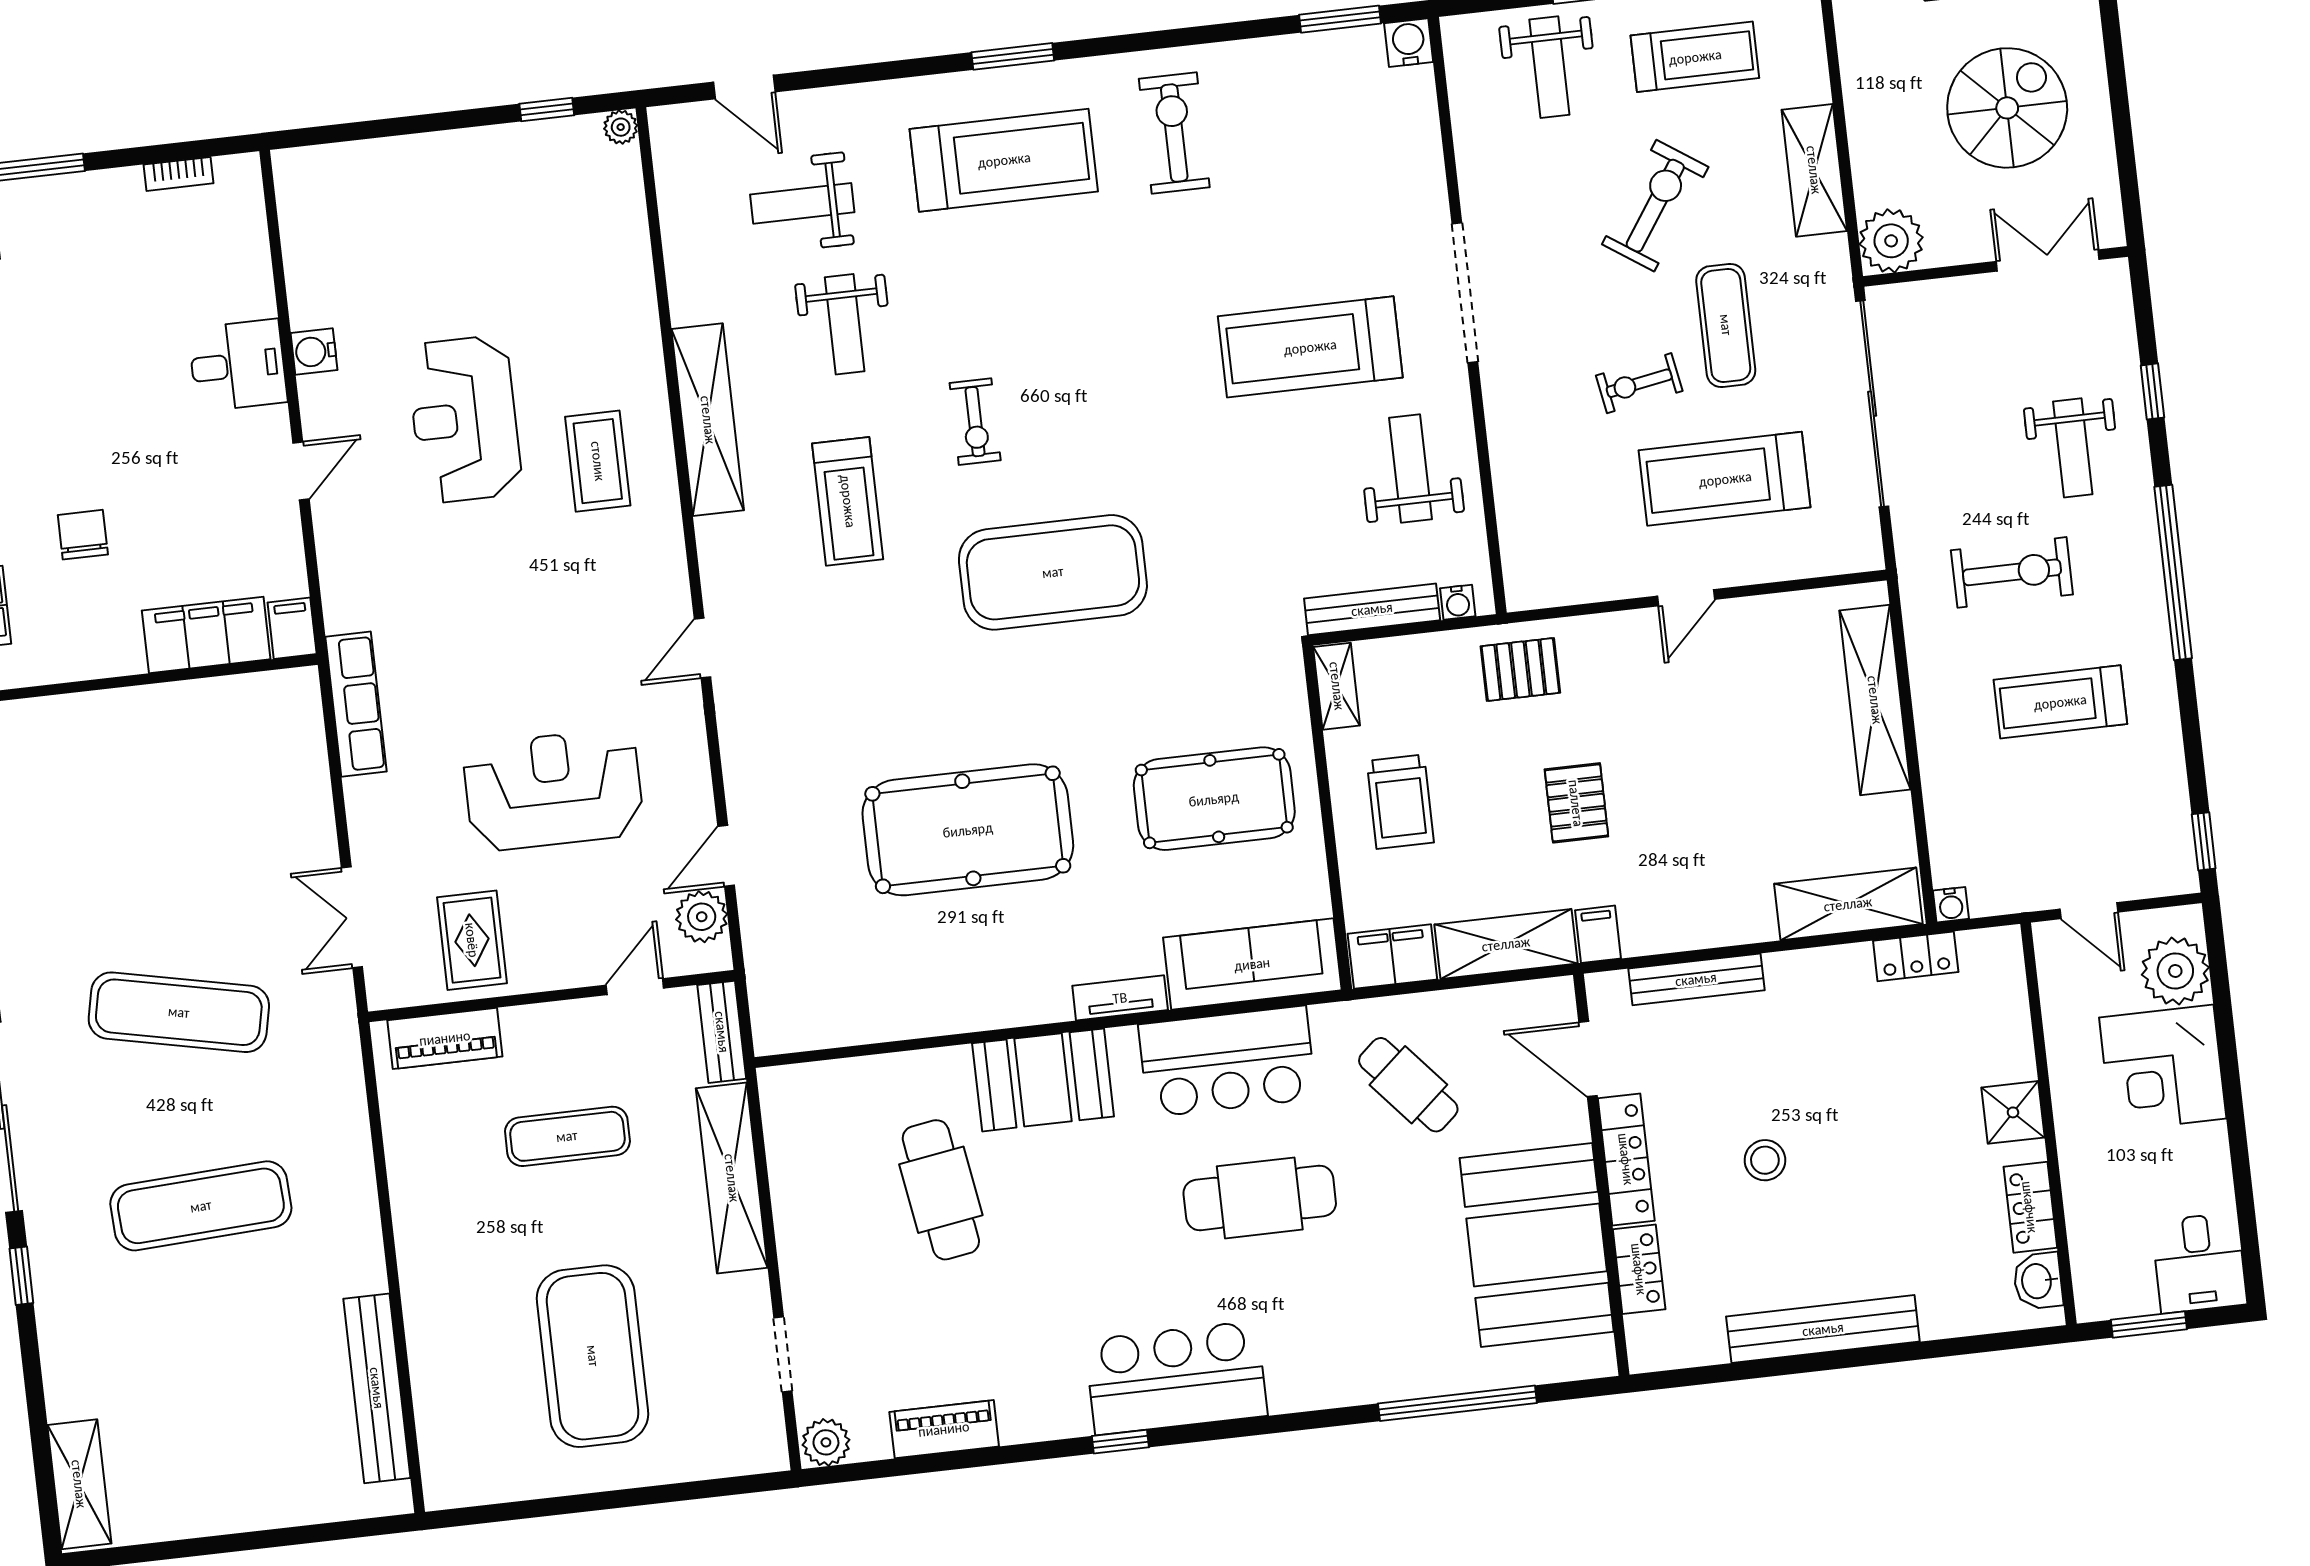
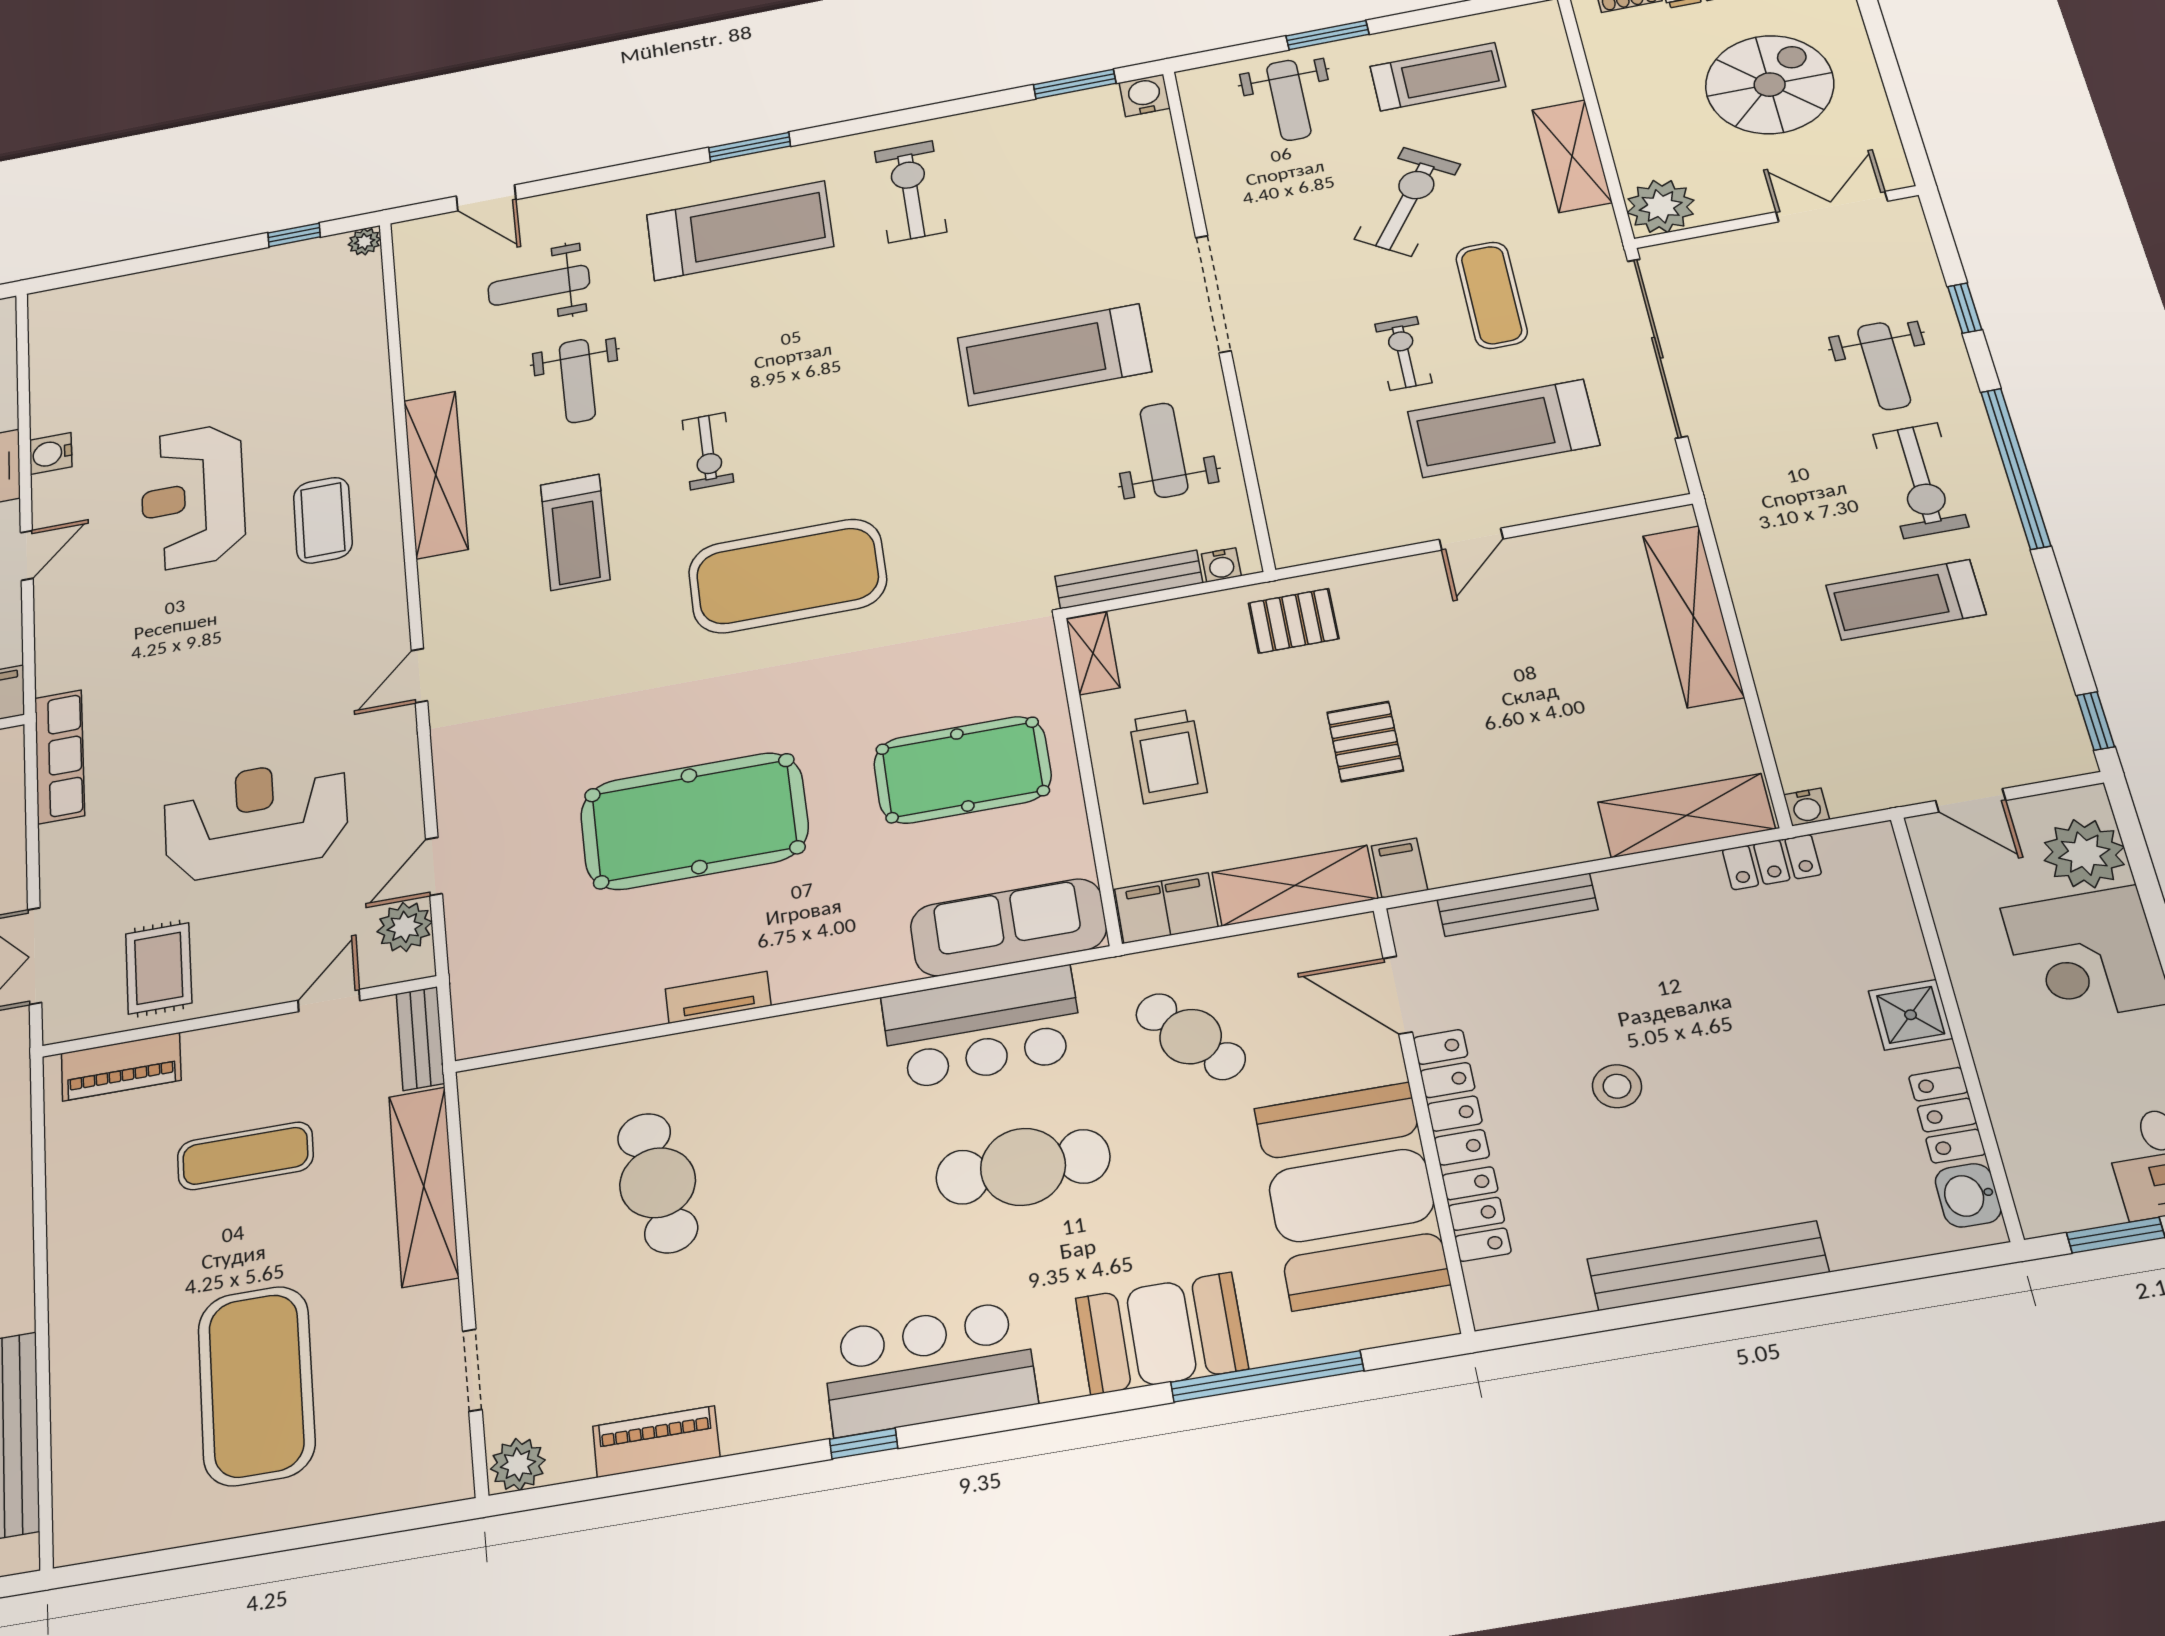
exercise bike: (1639, 383) -> (1403, 353), turned 100
exercise bike: (2012, 572) -> (1921, 480), moved, turned 90
tv unit: (1120, 998) -> (718, 997), moved
booth: (1043, 1080) -> (1161, 1333), moved

